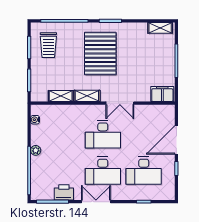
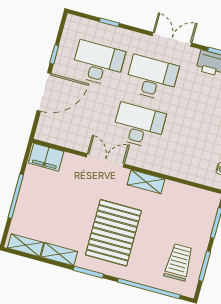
shelving: (61, 96) -> (59, 254), moved
double door: (96, 202) -> (172, 39), swing flipped

